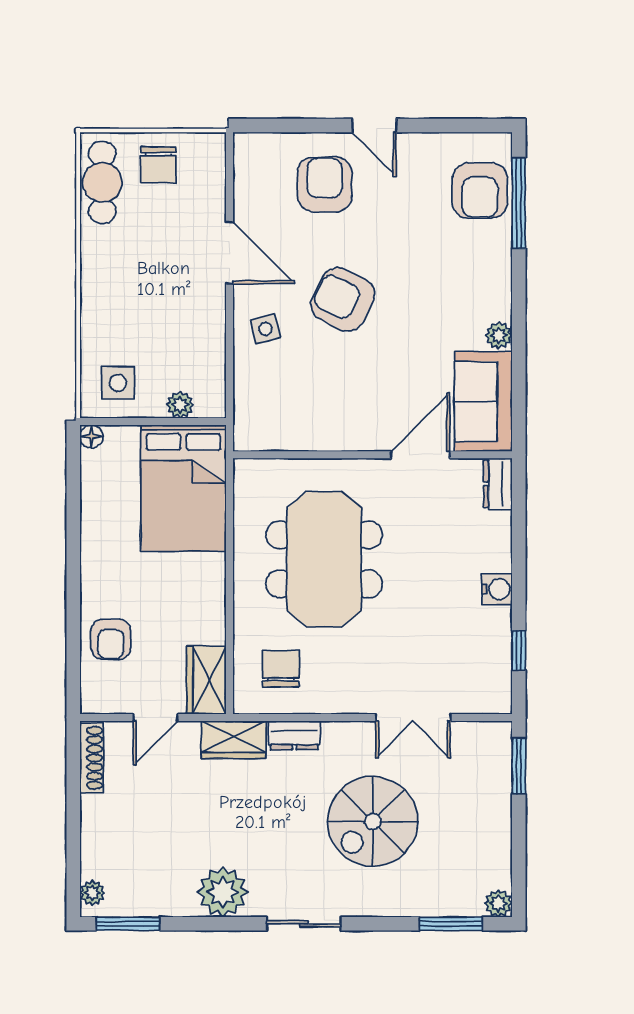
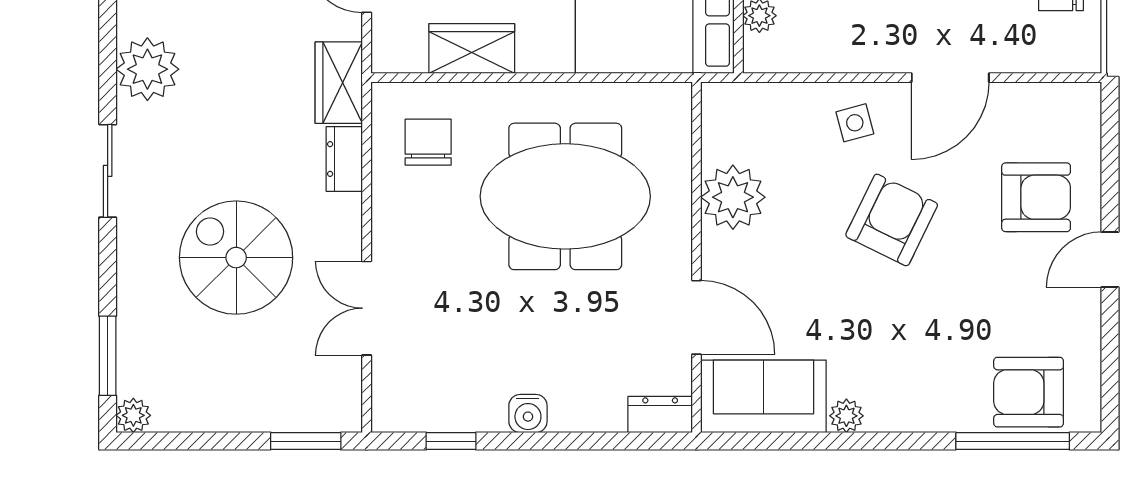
plant: (325, 426) -> (733, 197), added
chair: (281, 669) -> (428, 142), turned -90
wardrobe: (206, 680) -> (472, 49), moved

